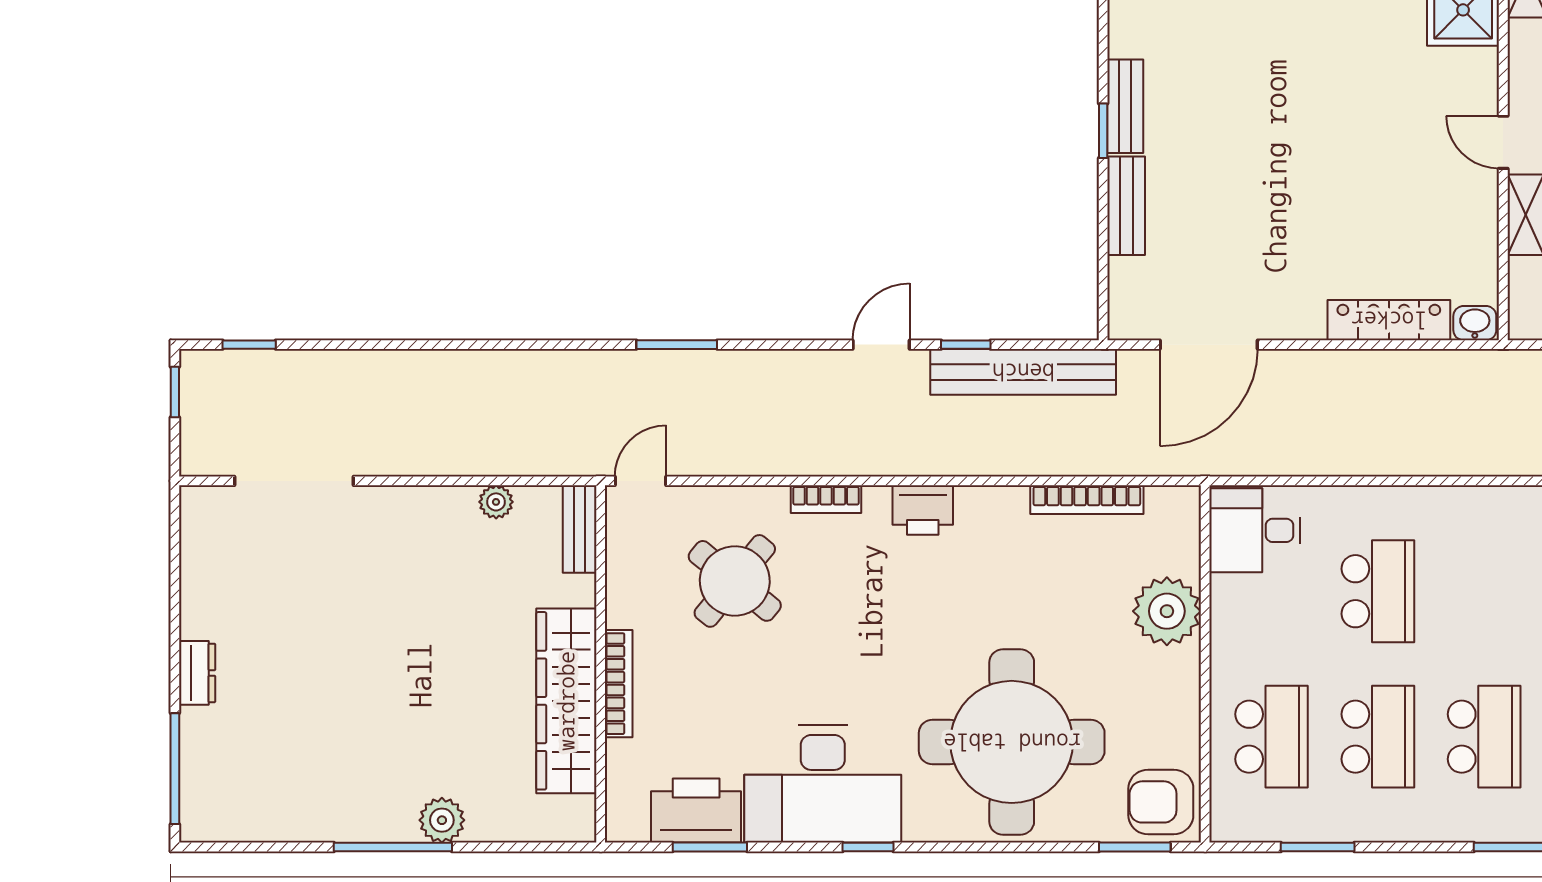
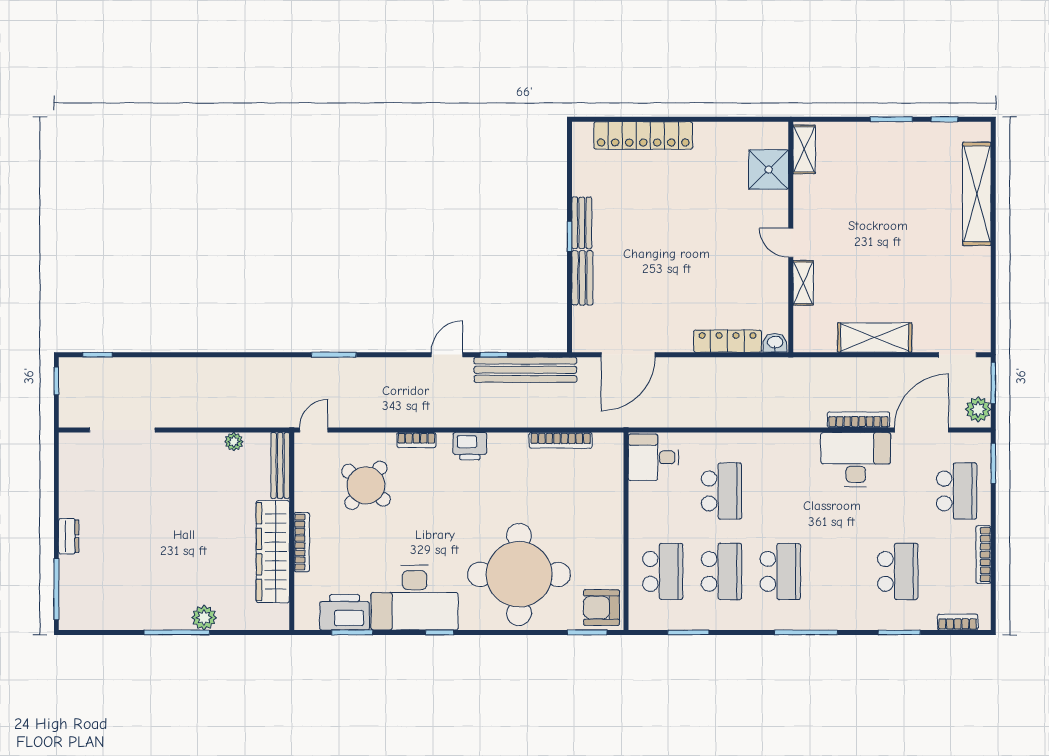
bench: (580, 529) -> (280, 465), width x1.36
plant: (1167, 611) -> (605, 502), removed

